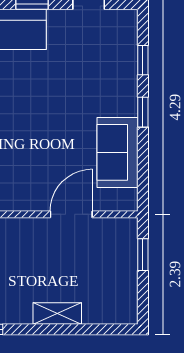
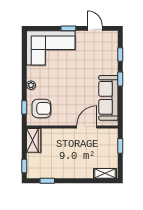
sofa: (118, 152) -> (108, 98), width x1.36
shelving: (57, 313) -> (105, 173), moved

